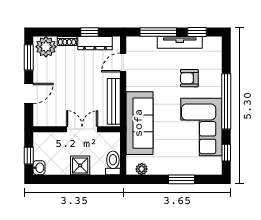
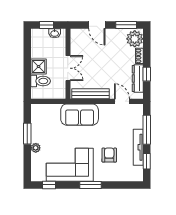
window: (226, 101) -> (91, 185), width x0.47
sofa: (139, 123) -> (80, 115), width x0.73
toilet: (113, 163) -> (41, 81), moved
washbasin: (39, 168) -> (55, 33), moved
plant: (142, 169) -> (36, 148), moved
window: (182, 179) -> (27, 134), moved

